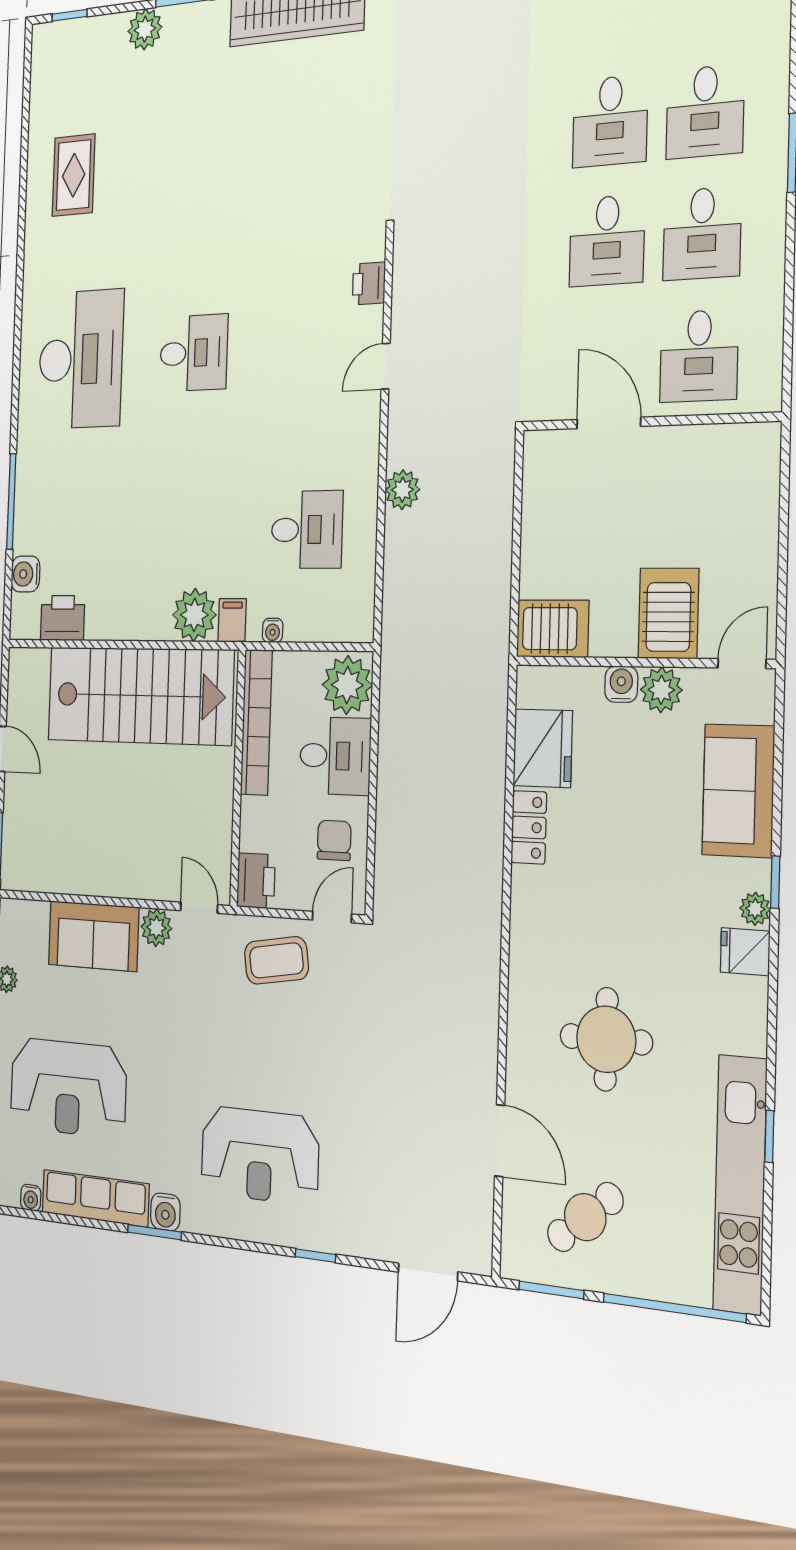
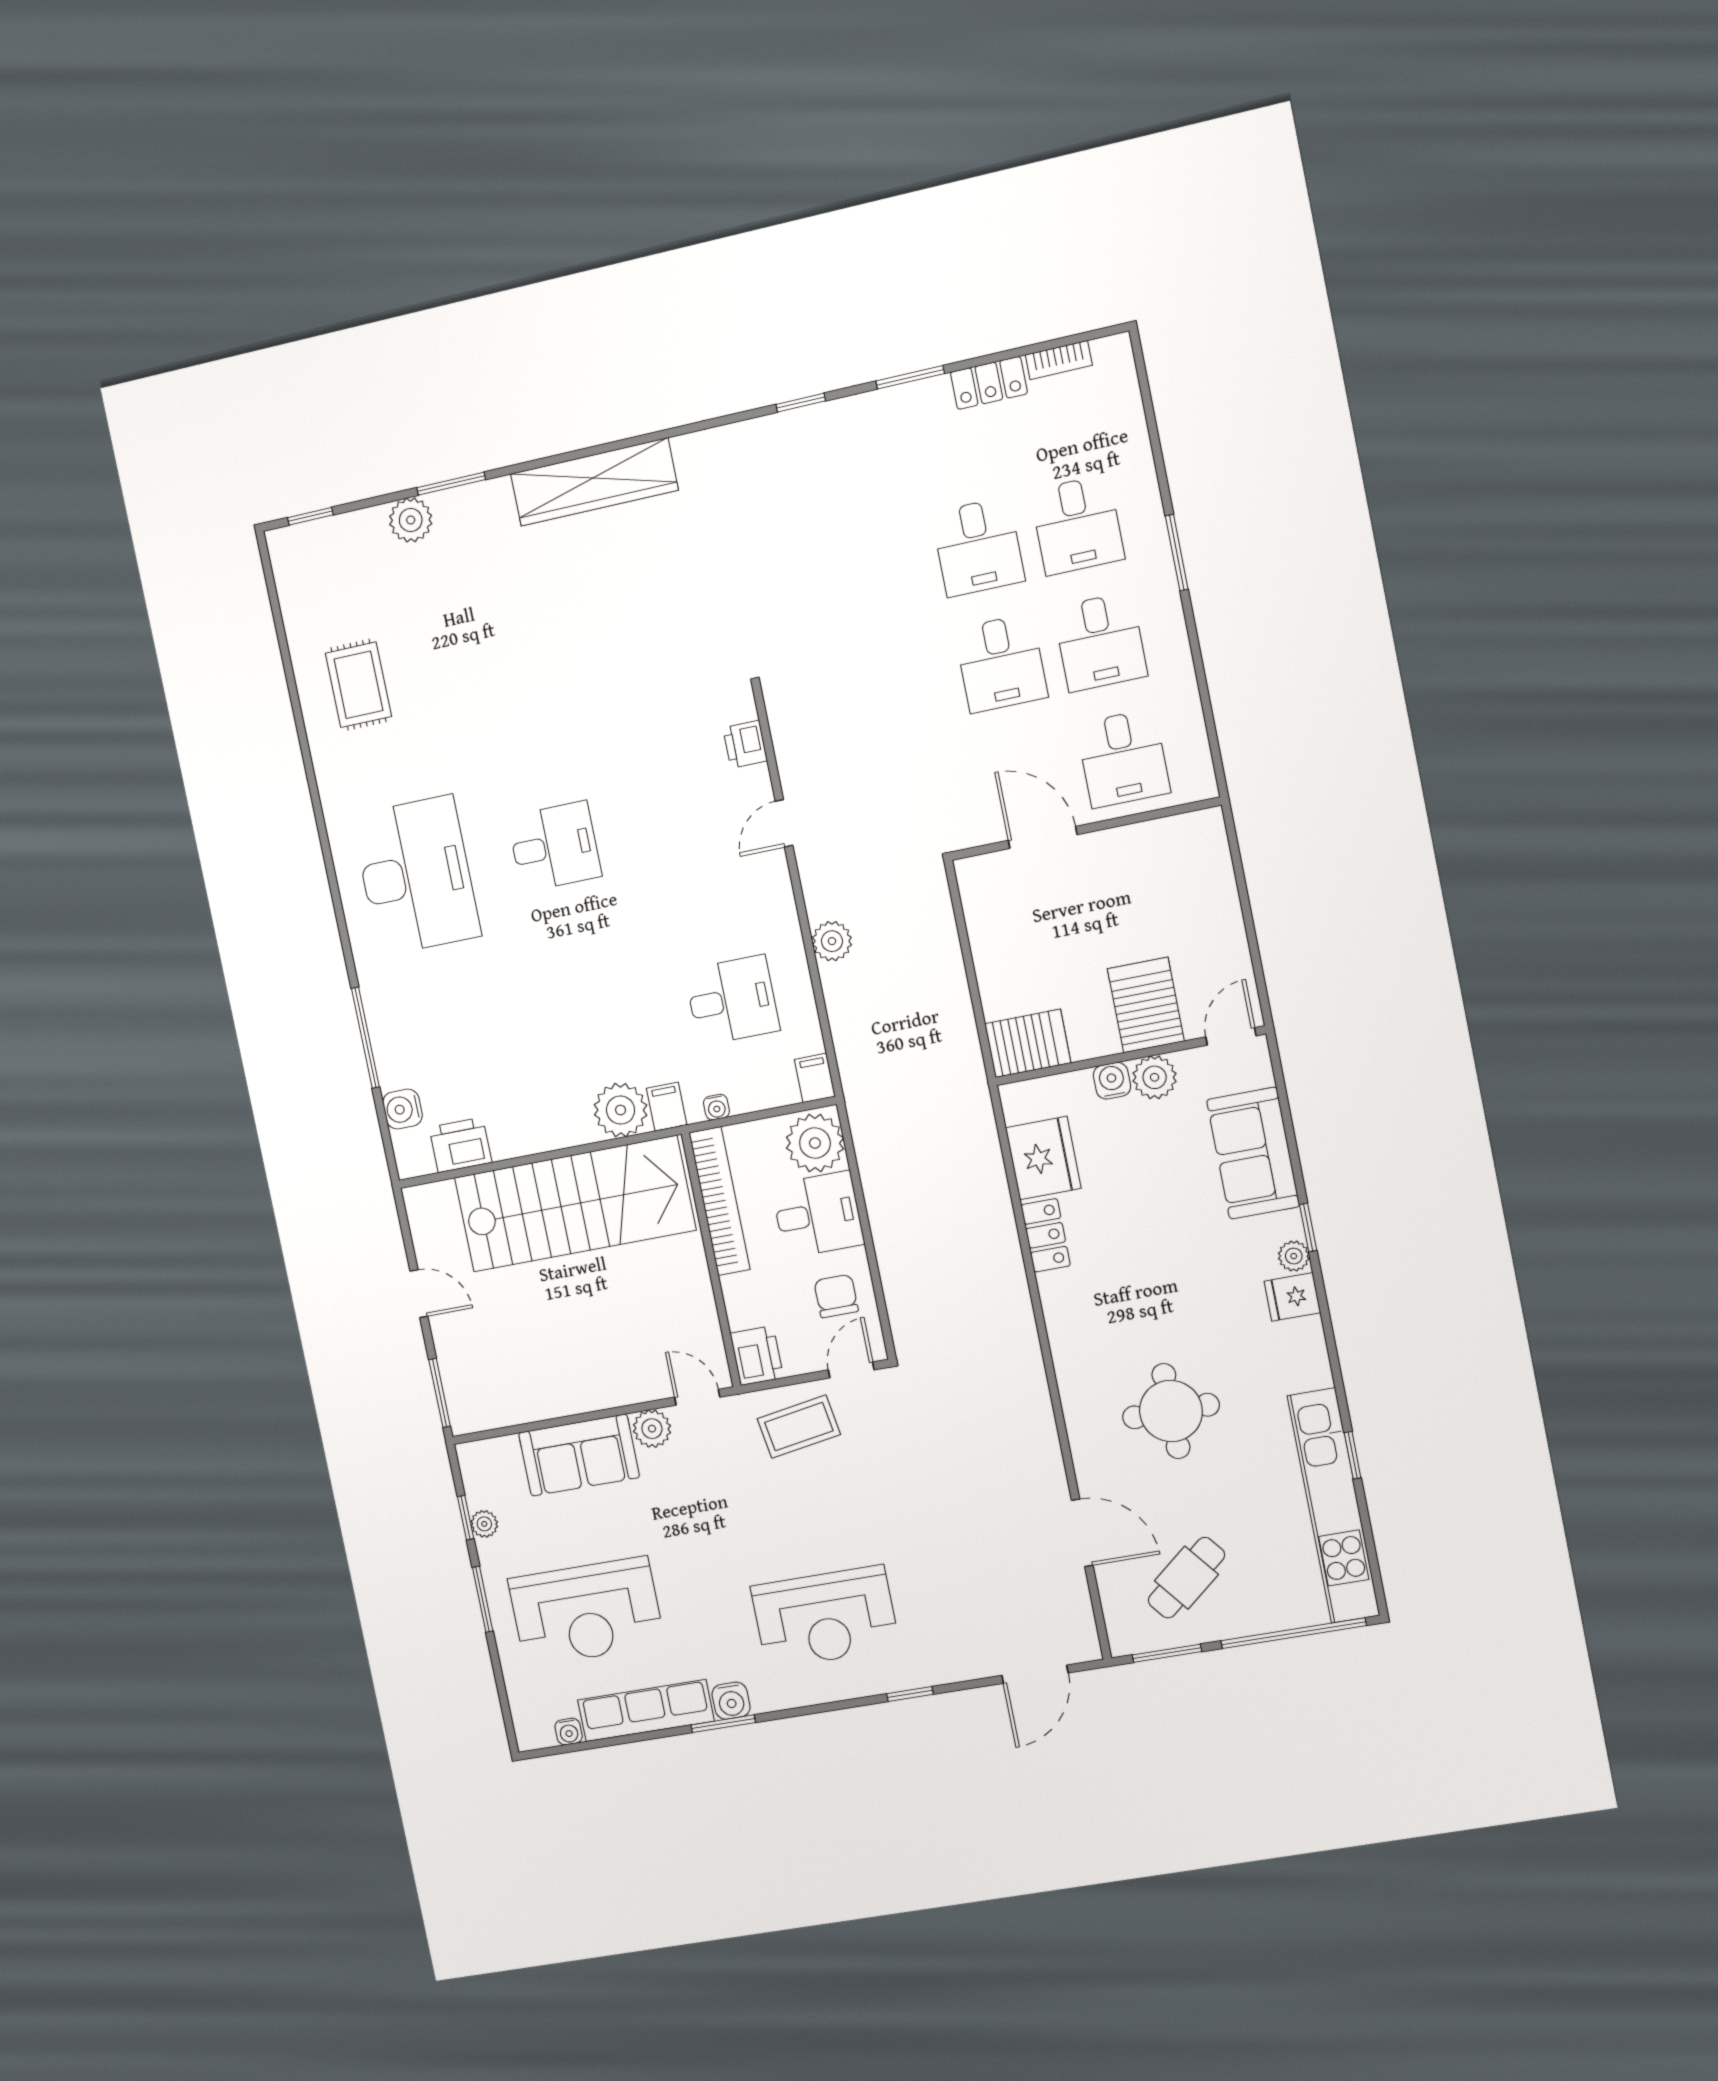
filing cabinet: (360, 621) -> (815, 1078), added

